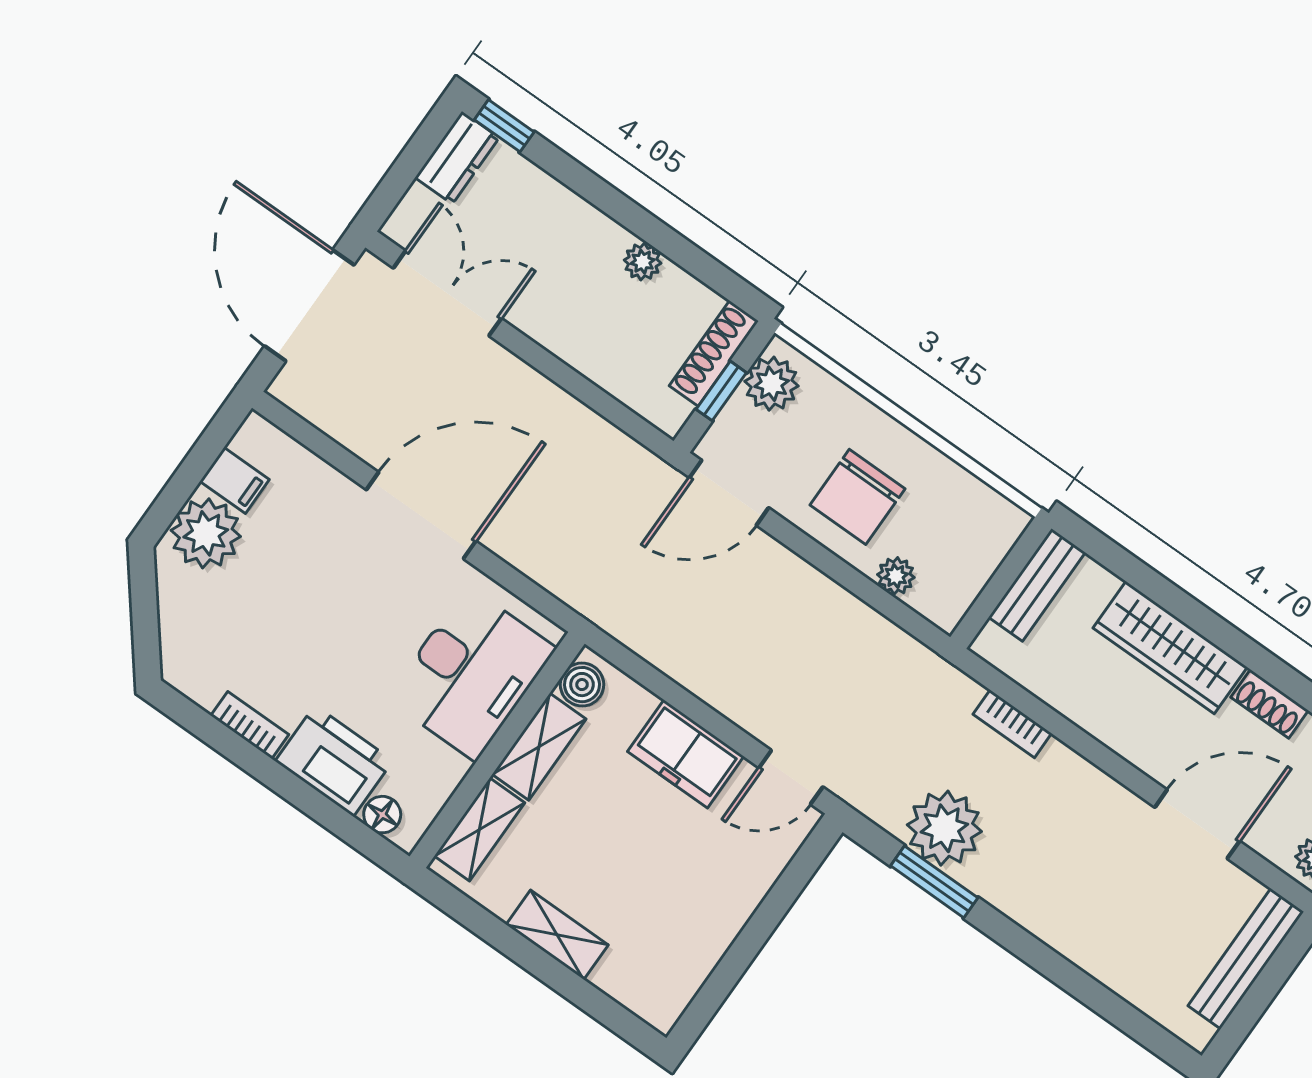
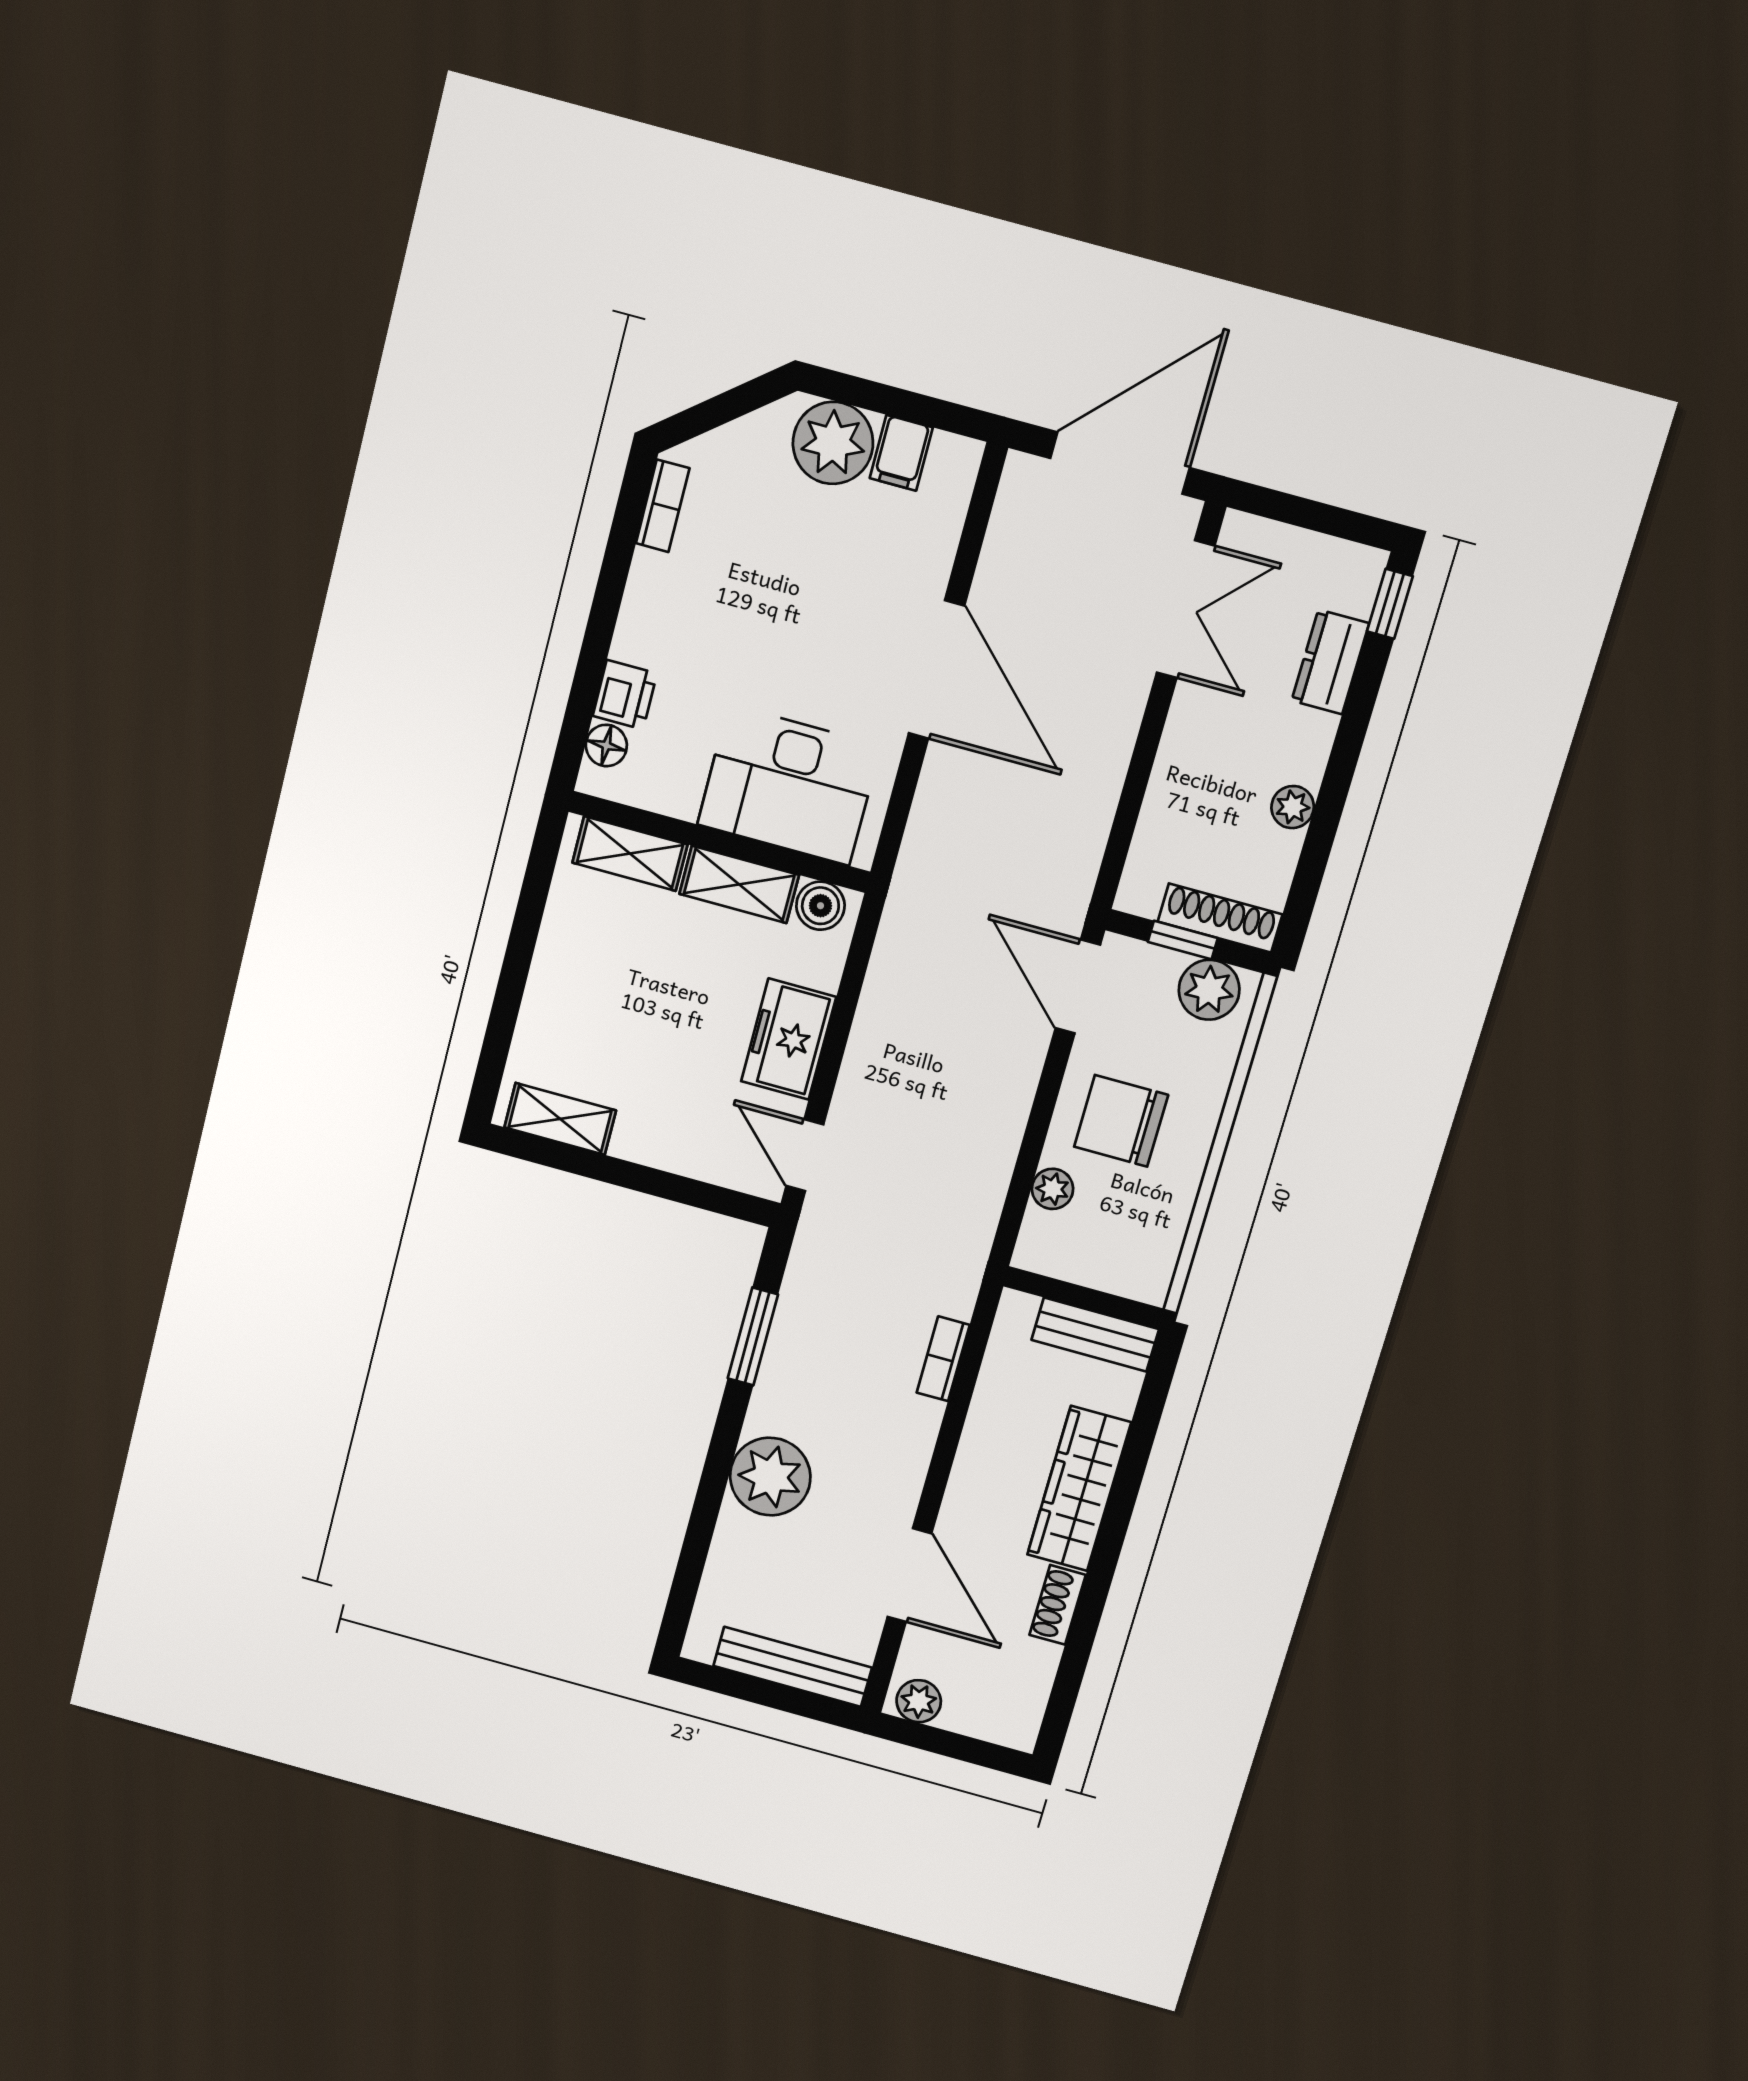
dresser: (457, 158) -> (1330, 662), moved, turned 90
bookcase: (250, 725) -> (663, 506), moved
printer: (334, 761) -> (625, 695), width x0.53, depth x0.68
plant: (944, 828) -> (770, 1477), moved
shelving: (557, 935) -> (560, 1119), moved, turned 90

